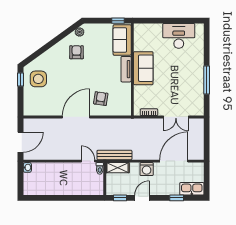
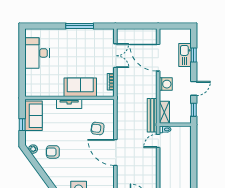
window: (118, 21) -> (22, 125), moved
sofa: (122, 40) -> (33, 116), moved, turned -90
sofa: (143, 68) -> (80, 87), moved
kitchen sink: (192, 189) -> (185, 55), moved
door: (142, 198) -> (194, 88), swing flipped

